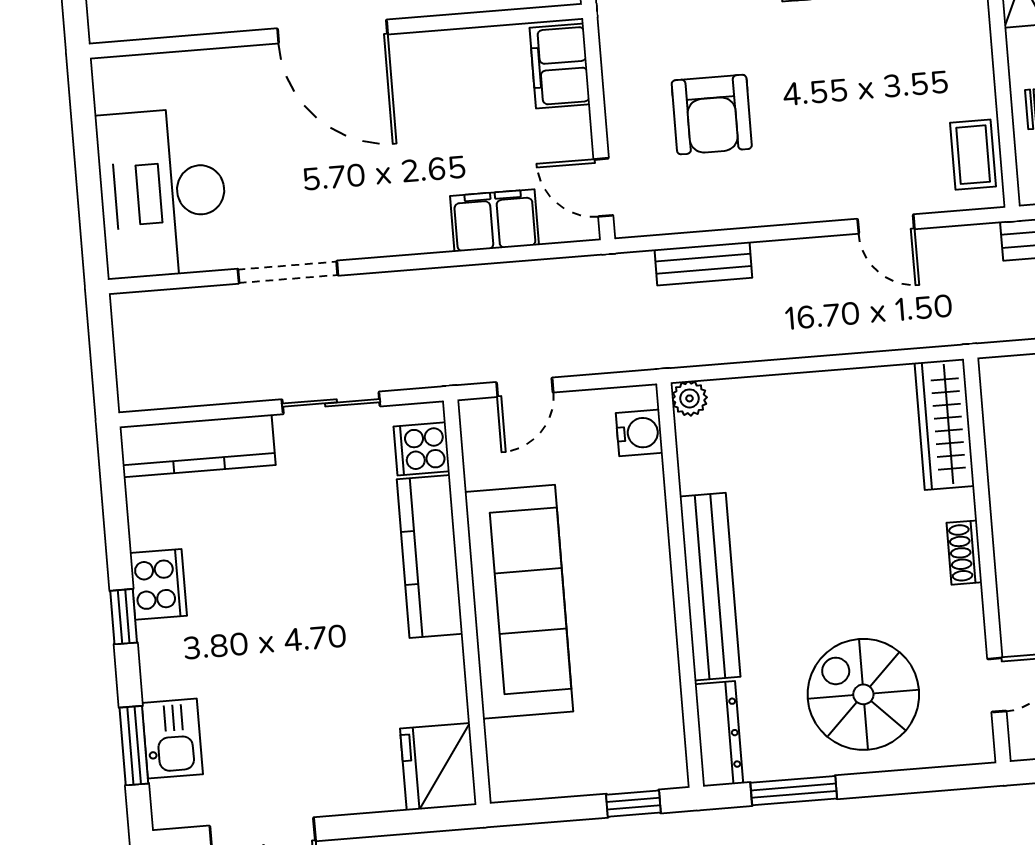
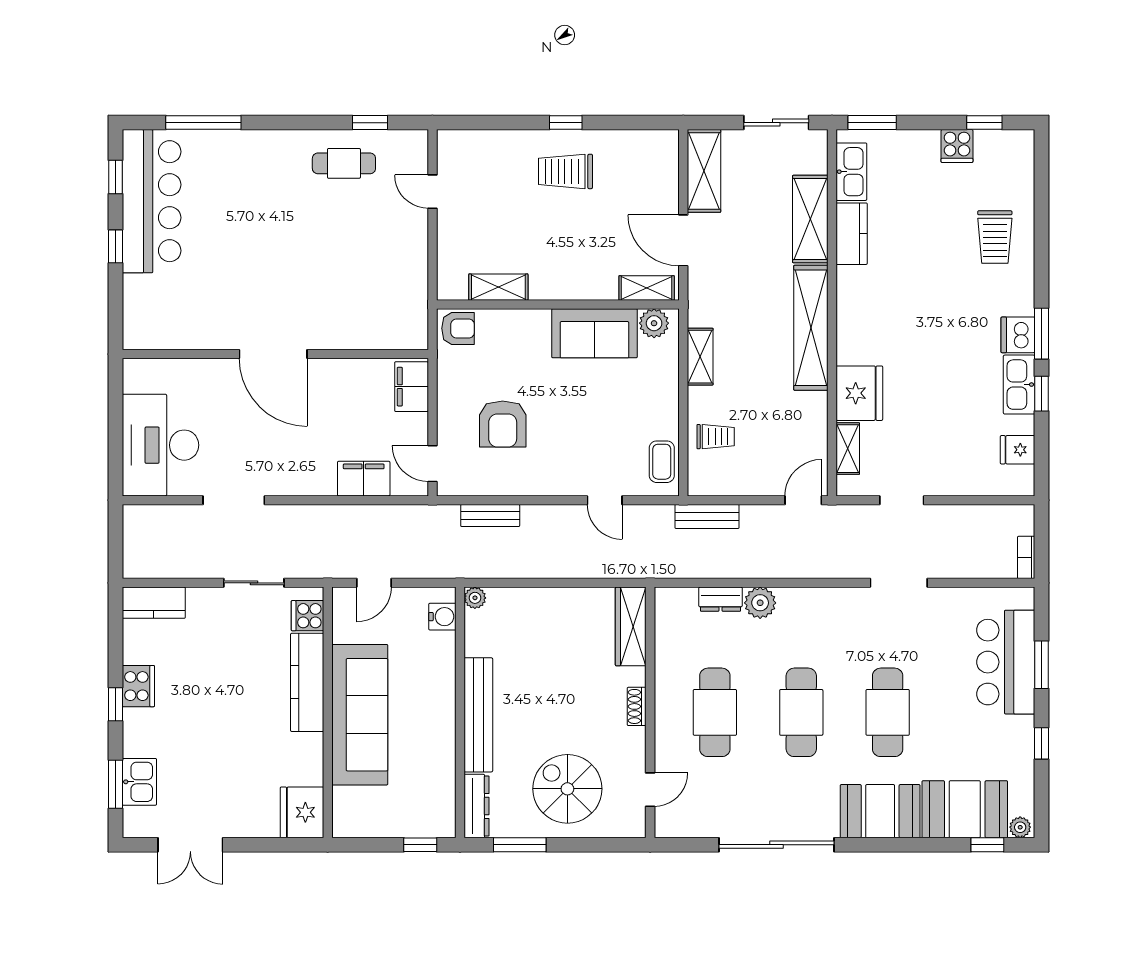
kitchen counter: (198, 446) -> (154, 603), width x0.67

